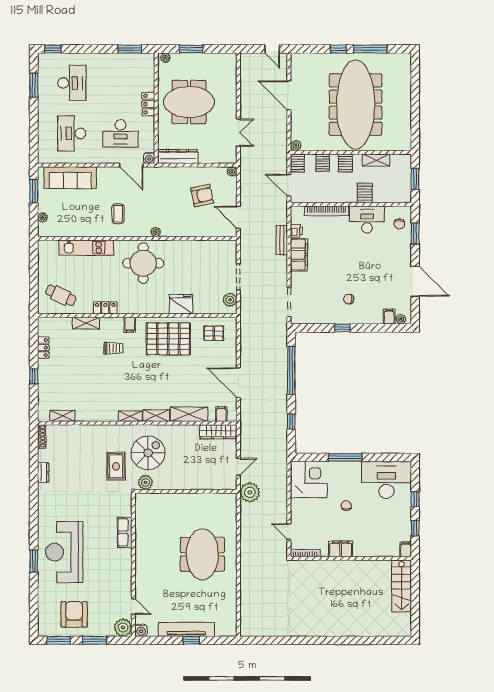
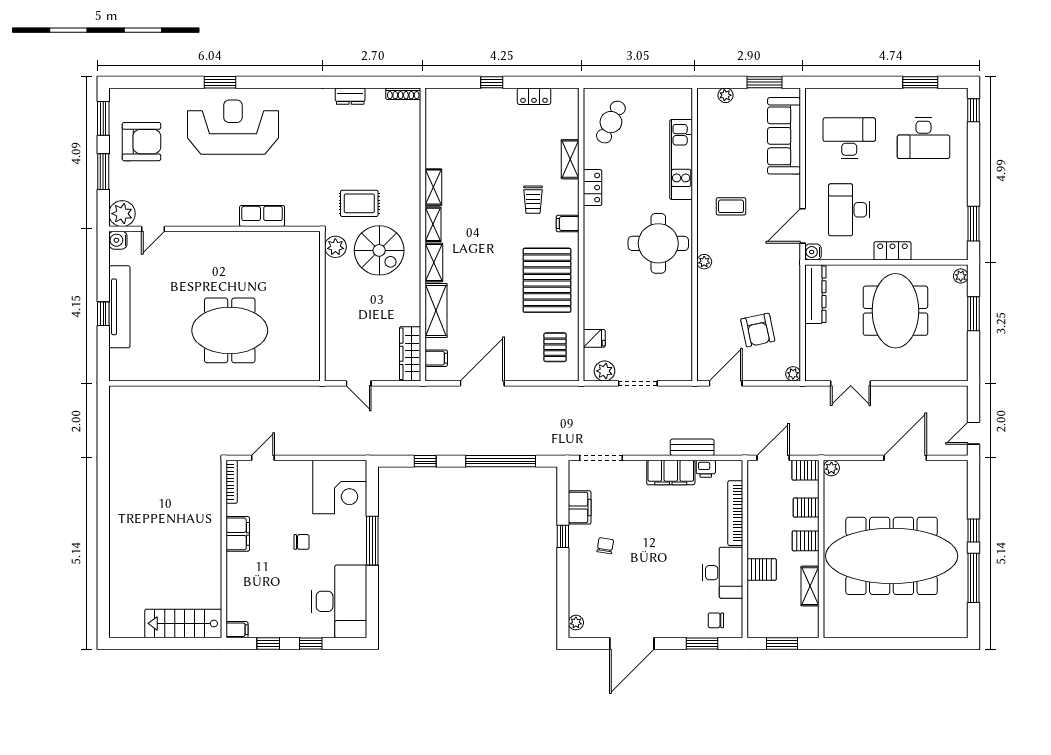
fridge: (181, 304) -> (594, 338), moved, width x0.53, depth x0.75
filing cabinet: (389, 317) -> (580, 507), moved, width x2.00
shelving: (62, 416) -> (433, 187), moved
plant: (250, 492) -> (321, 400), removed

